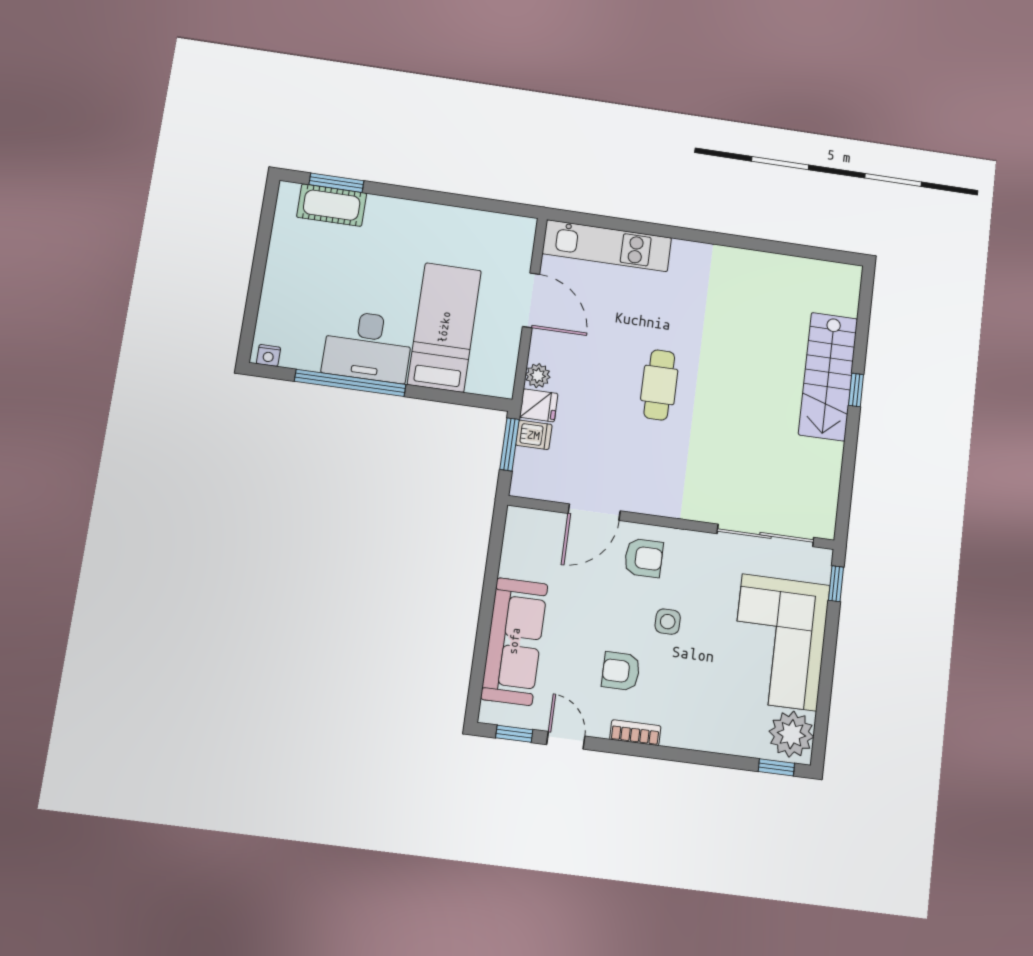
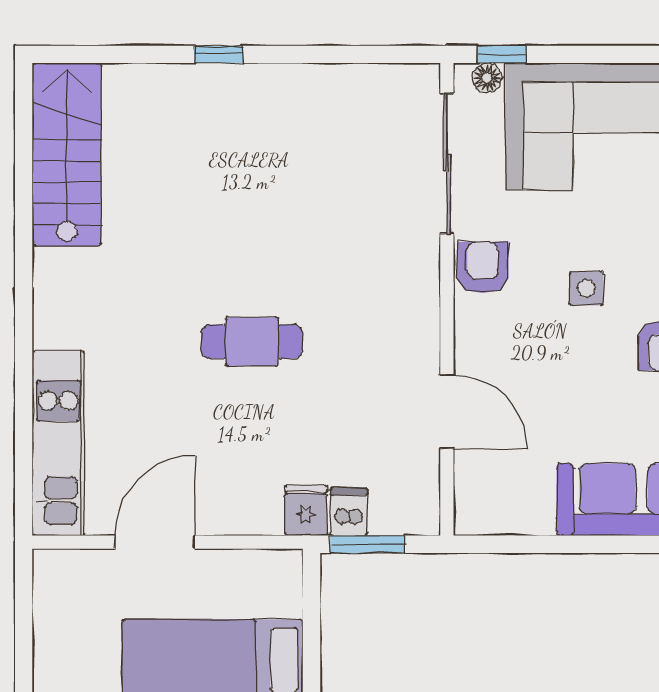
plant: (538, 376) -> (263, 518), removed
stairs: (828, 377) -> (67, 155), moved, turned -90
armchair: (644, 558) -> (483, 268), moved
floor lamp: (821, 571) -> (487, 78), added

